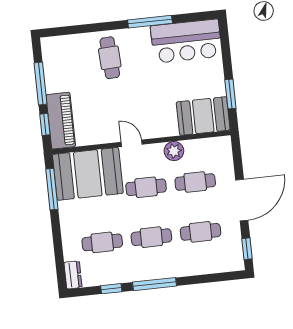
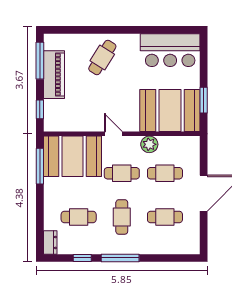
window: (150, 22) -> (141, 30), removed
cafe table: (110, 58) -> (102, 57), turned 35
window: (41, 83) -> (40, 61), moved
booth: (203, 116) -> (170, 110), width x1.36, depth x1.42
piano: (61, 121) -> (54, 75), moved
cafe table: (151, 237) -> (122, 217), turned 90
window: (247, 249) -> (204, 236), removed

